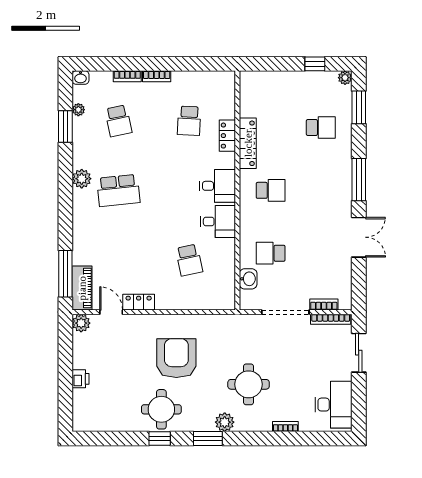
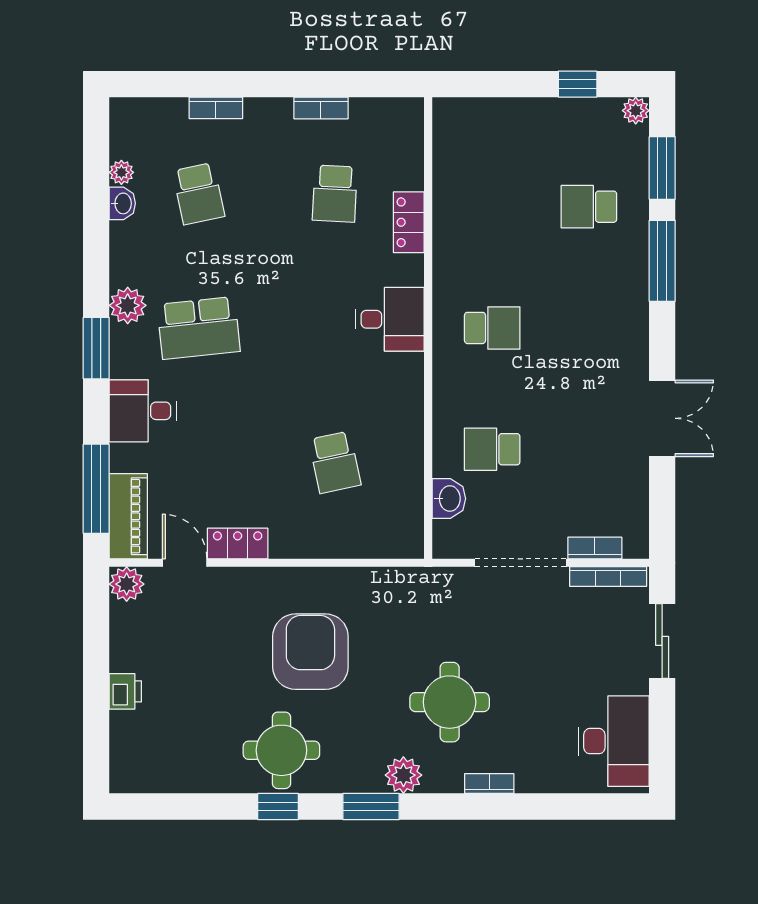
bookcase: (157, 76) -> (321, 108), moved
washbasin: (81, 78) -> (122, 203), moved, turned -90
window: (65, 127) -> (96, 348), moved
school desk: (321, 127) -> (589, 207), turned 180
locker: (248, 143) -> (448, 237), removed
window: (359, 180) -> (662, 261), moved
desk: (218, 222) -> (143, 411), moved, turned 180
bookcase: (285, 427) -> (489, 784), moved

